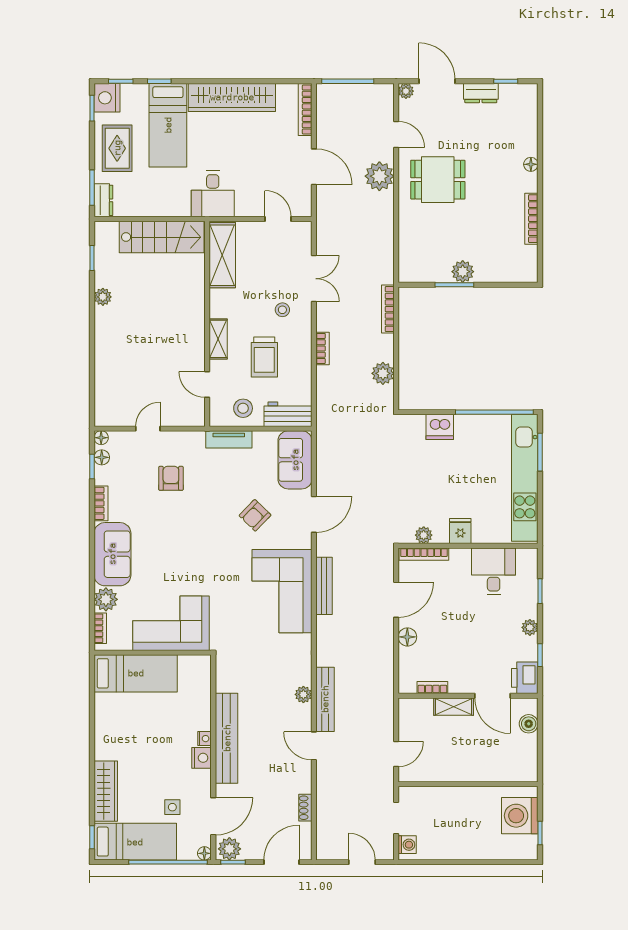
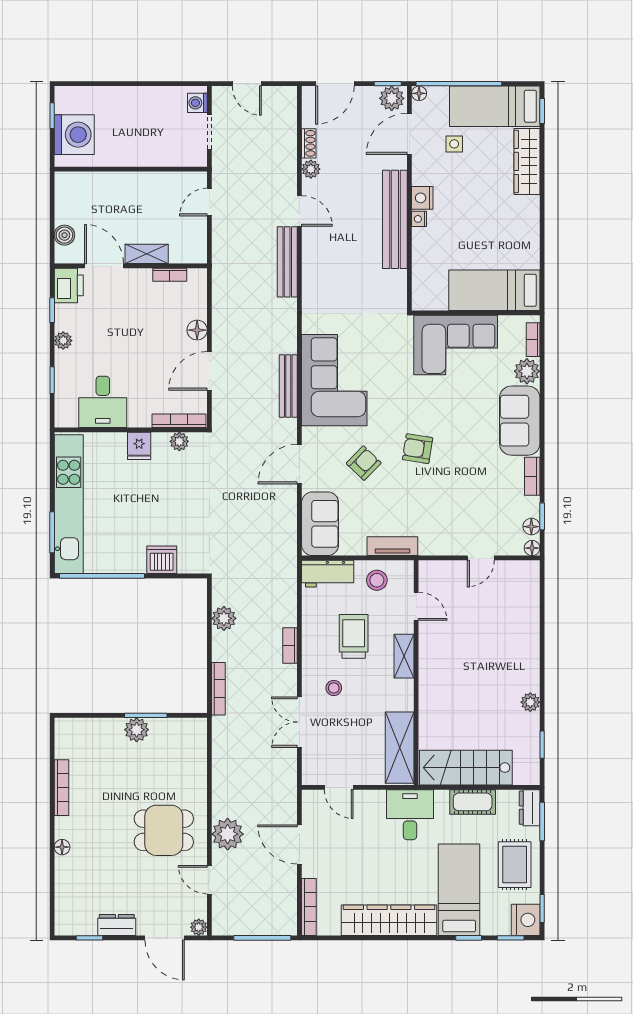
cot: (156, 206) -> (473, 802), added
armchair: (171, 478) -> (418, 449), moved, turned 99
plant: (303, 694) -> (311, 169), moved

